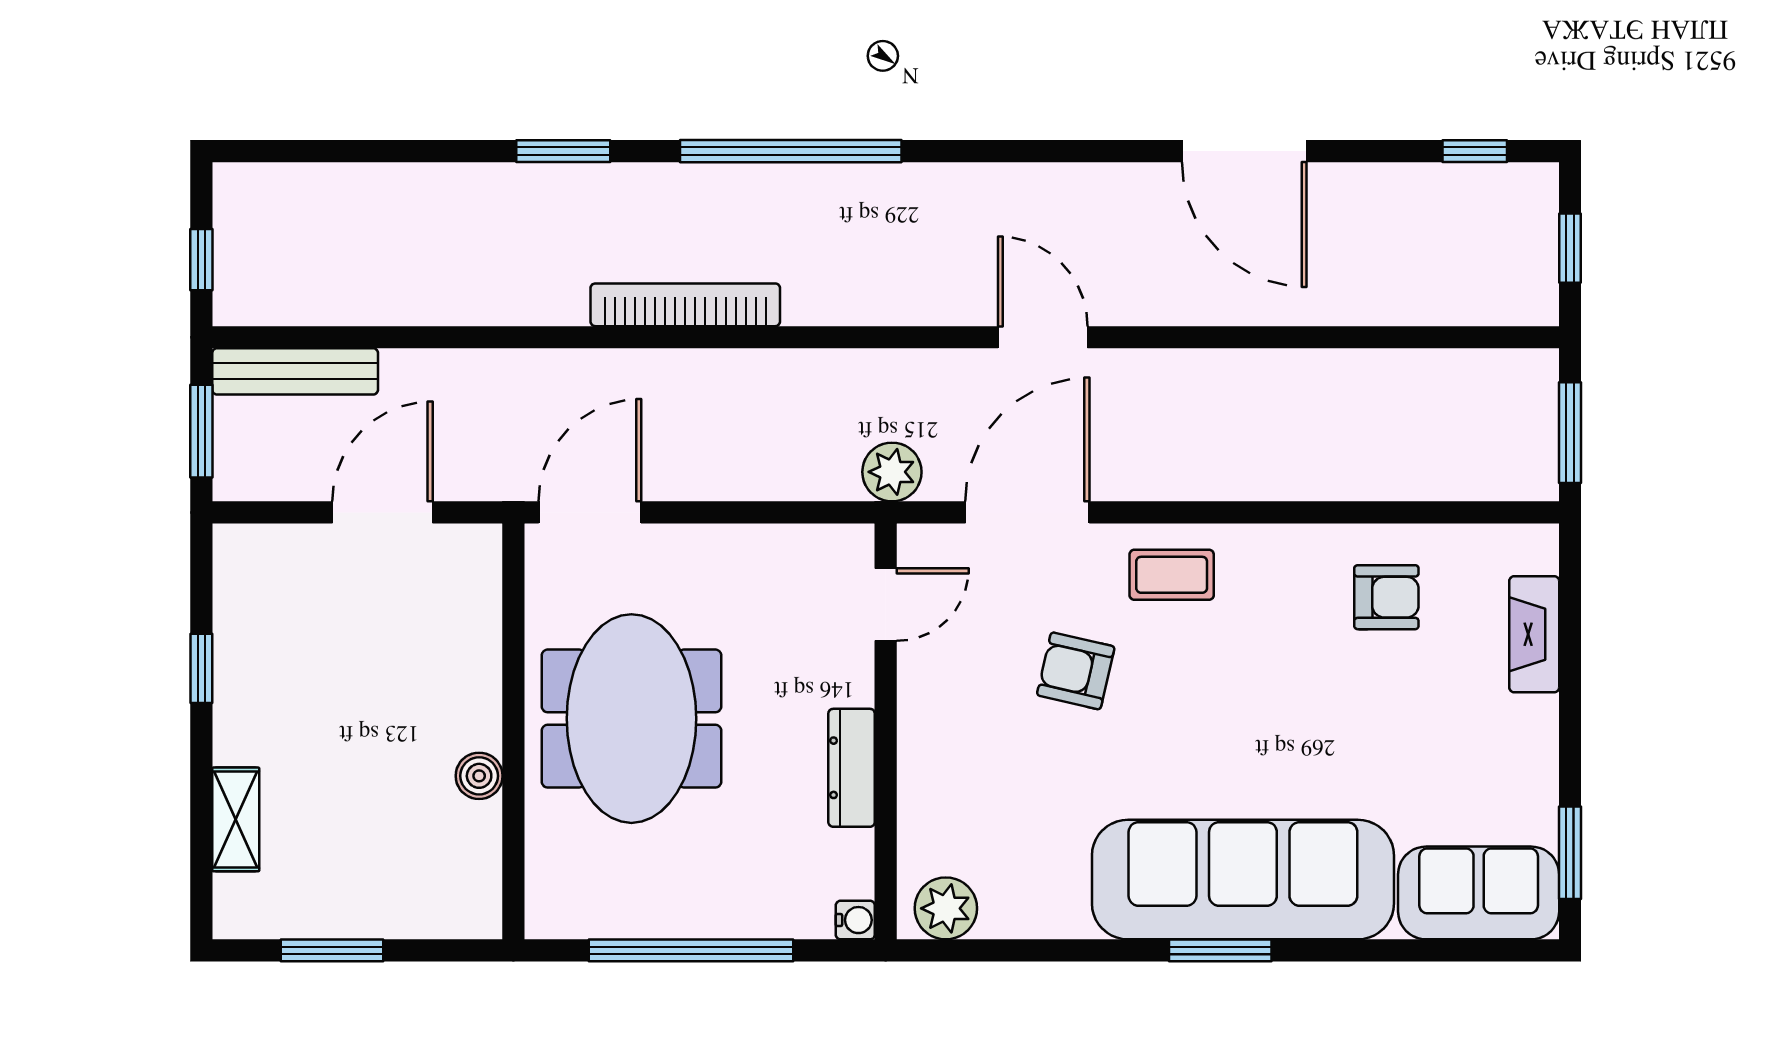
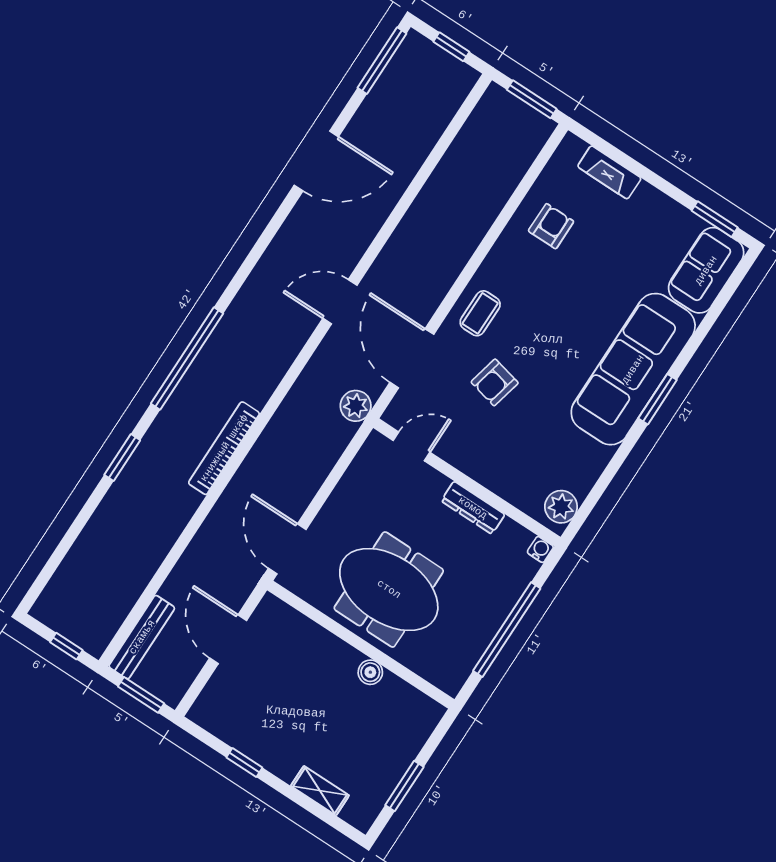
window: (1475, 151) -> (382, 61), width x2.17
door: (886, 605) -> (412, 446), hinge flipped

